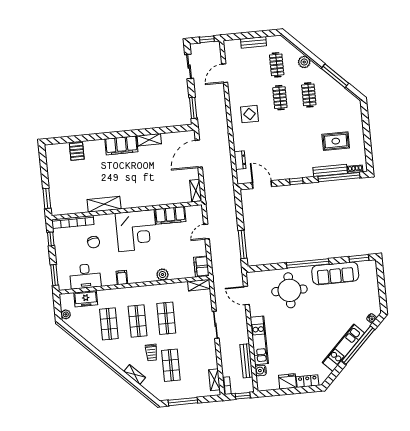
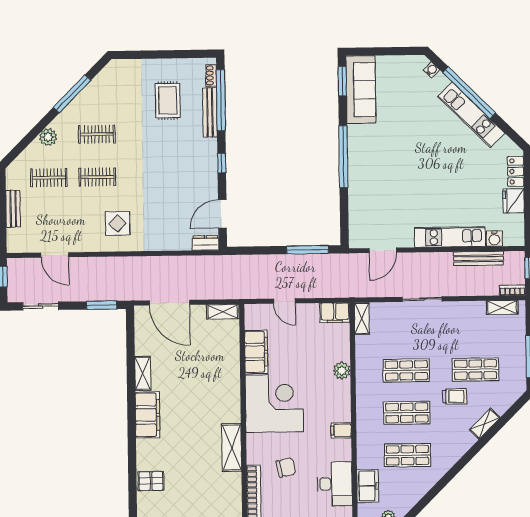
dresser: (240, 160) -> (206, 243), moved
sofa: (335, 273) -> (361, 90), moved
round table: (289, 290) -> (380, 187), removed

